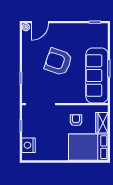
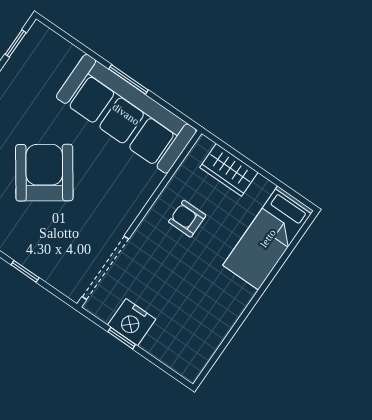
armchair: (58, 62) -> (44, 173), turned 126
nightstand: (29, 145) -> (132, 322), moved
bed: (88, 147) -> (268, 238), width x0.67

